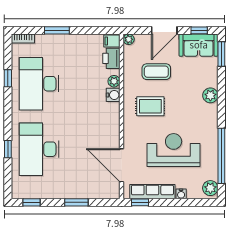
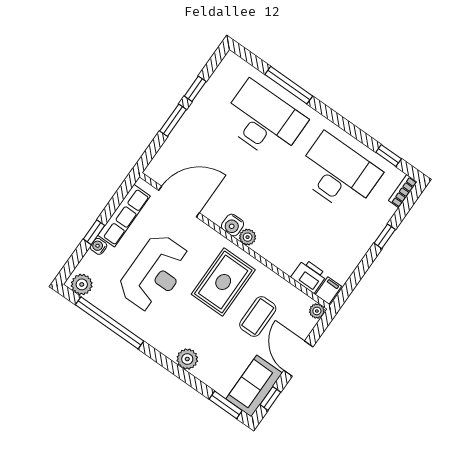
window: (57, 30) -> (385, 236), width x0.67
window: (8, 78) -> (389, 156), moved
plant: (114, 81) -> (248, 237), moved
water cooler: (113, 95) -> (233, 225), moved
rug: (150, 106) -> (223, 282), width x1.36, depth x1.43
window: (8, 149) -> (289, 85), width x2.17
window: (31, 202) -> (195, 89), moved
window: (140, 202) -> (94, 232), moved

